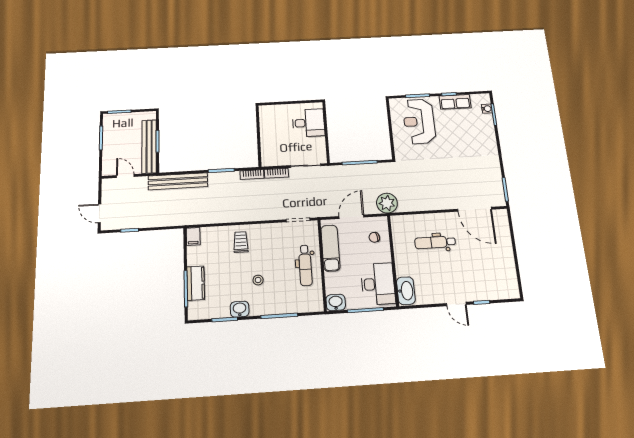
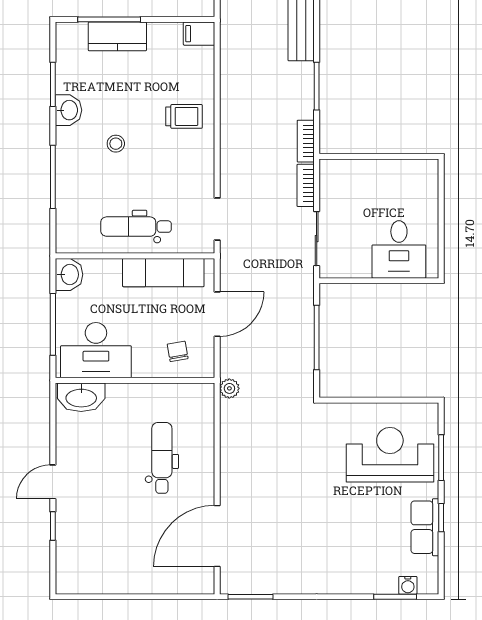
plant: (387, 203) -> (229, 388), width x0.53, depth x0.53
door: (351, 217) -> (217, 314), hinge flipped

